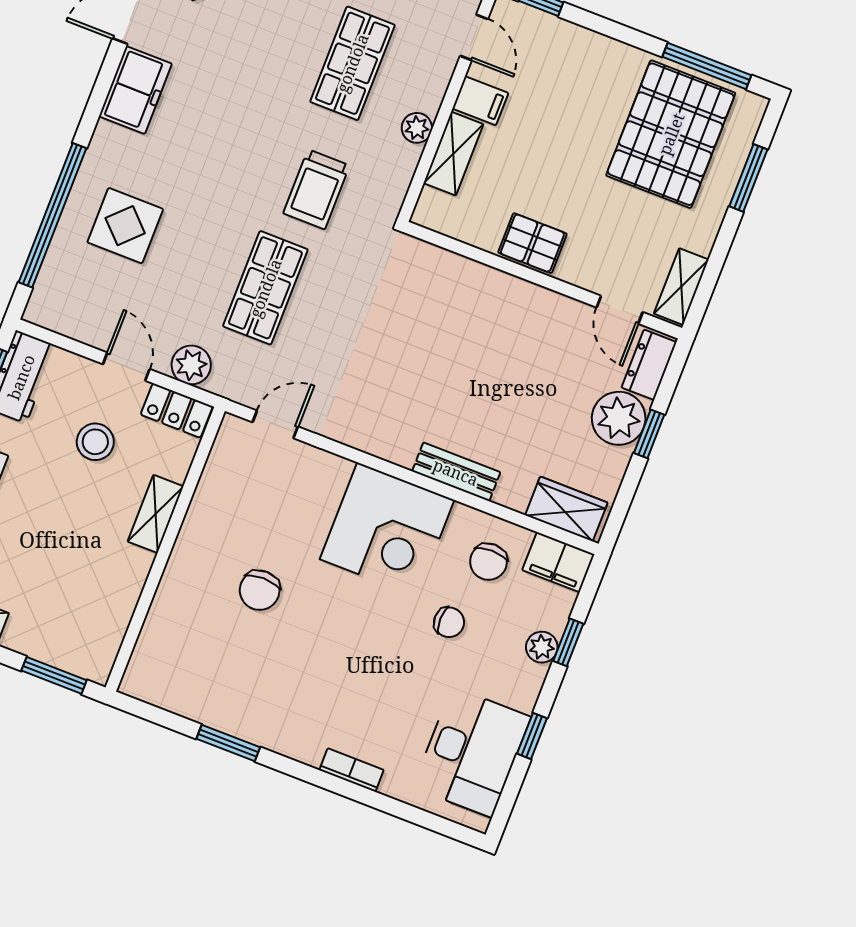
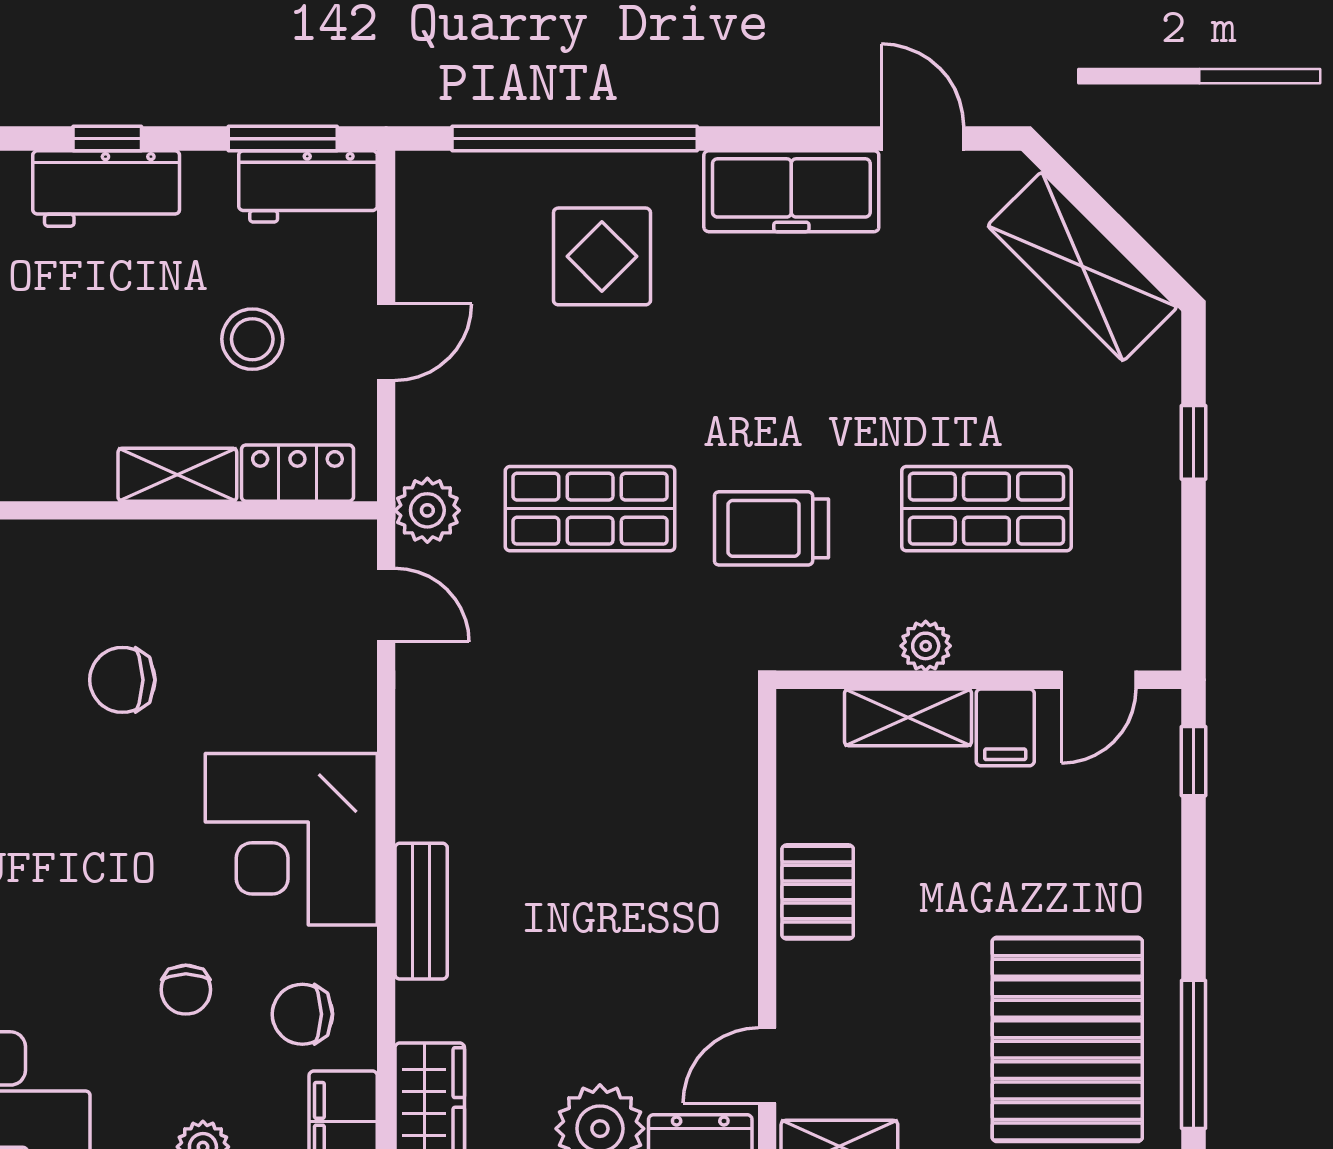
freezer: (135, 90) -> (791, 191), width x1.40
pallet: (671, 134) -> (1067, 1039), turned 90
plant: (191, 365) -> (427, 510), moved
locker: (177, 411) -> (297, 473), moved, turned 90

